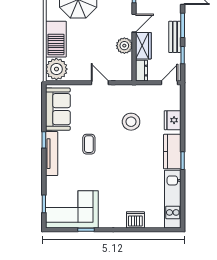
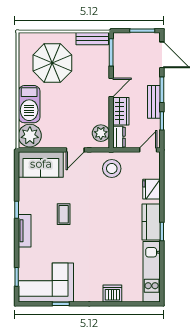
plant: (124, 46) -> (101, 133), moved
door: (100, 83) -> (75, 150), swing flipped
sofa: (58, 109) -> (41, 164), moved, turned 90
stool: (131, 122) -> (112, 169), moved
tv unit: (52, 154) -> (25, 231), width x0.71

